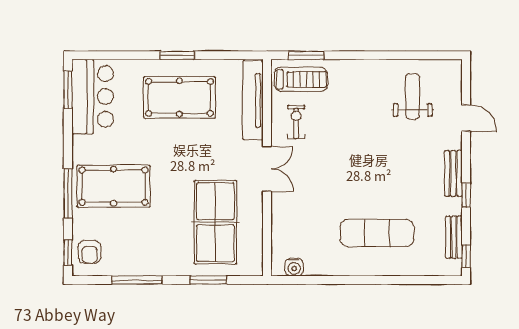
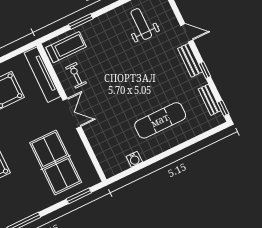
window: (306, 55) -> (81, 21), moved
door: (466, 118) -> (187, 33), moved
water cooler: (294, 267) -> (134, 159), moved
window: (208, 280) -> (79, 196), moved

